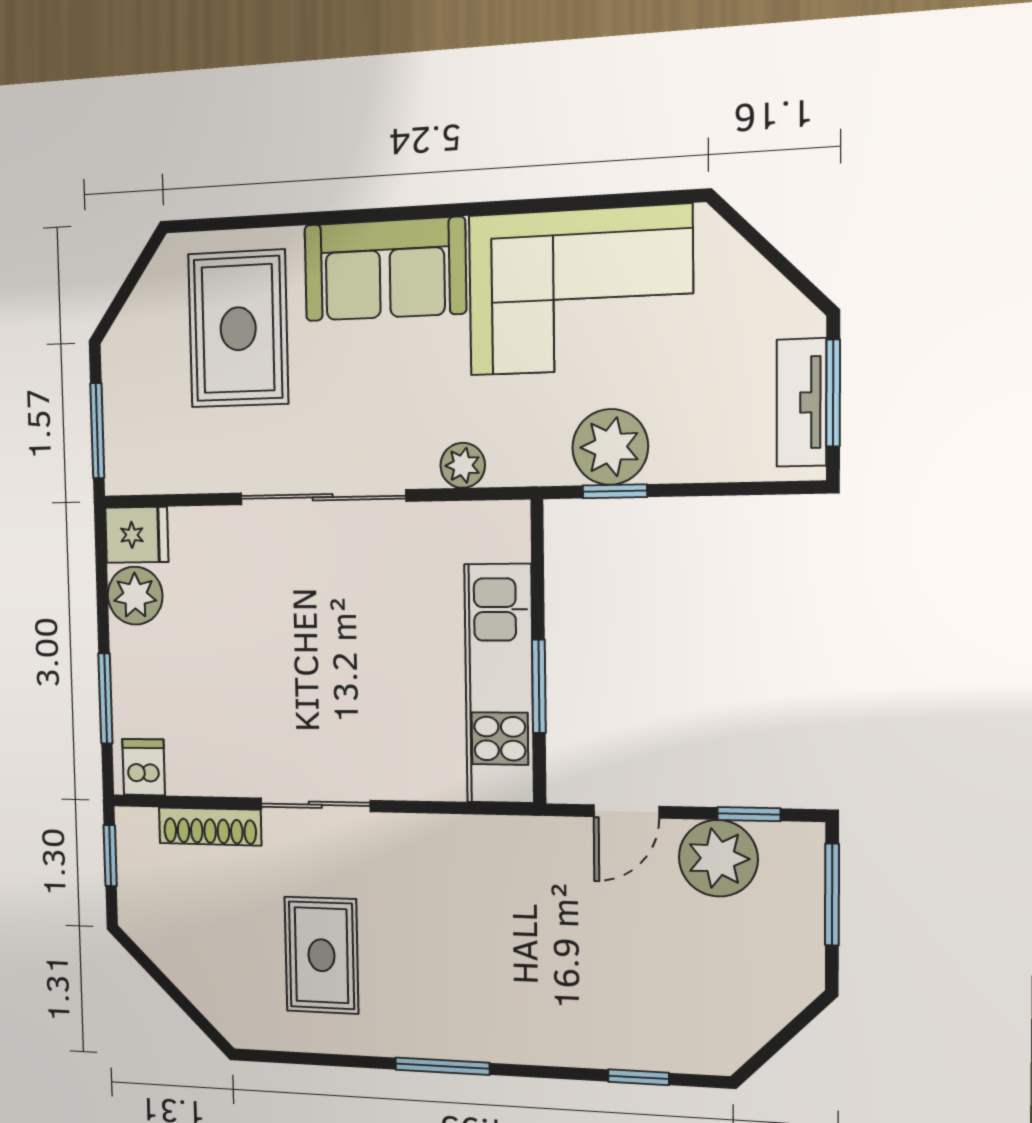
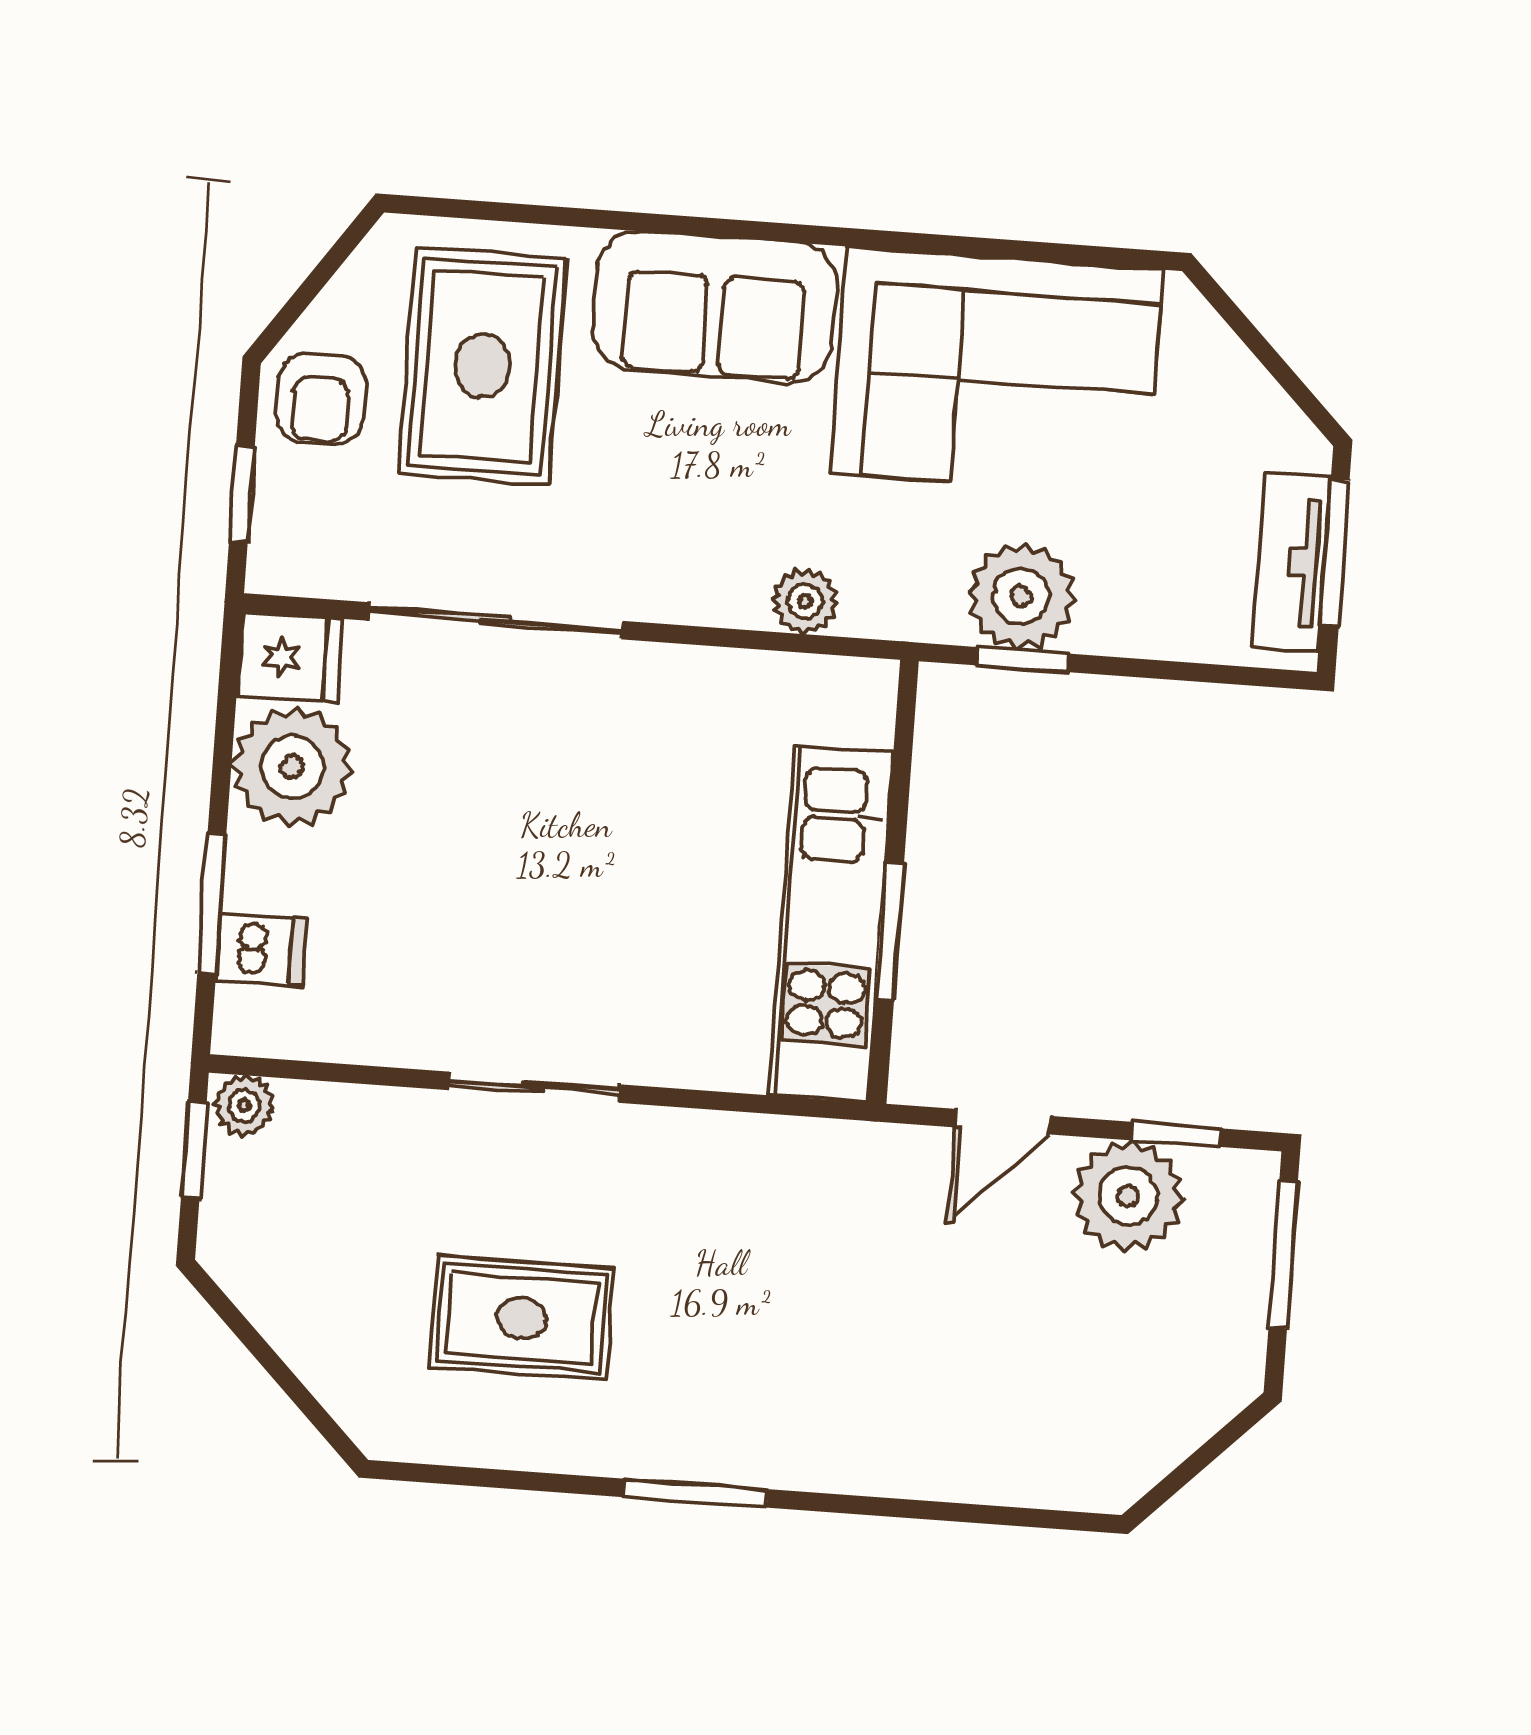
armchair: (139, 363) -> (321, 399), added
window: (97, 431) -> (242, 494), width x0.67
sliding door: (323, 497) -> (495, 621), moved
plant: (135, 596) -> (292, 767), width x1.36, depth x1.36
dishwasher: (144, 767) -> (261, 949), moved, turned 90
plant: (138, 826) -> (244, 1106), added
shoe rack: (210, 826) -> (363, 1112), removed
rug: (321, 955) -> (522, 1318), turned 90
window: (639, 1077) -> (988, 1515), removed

